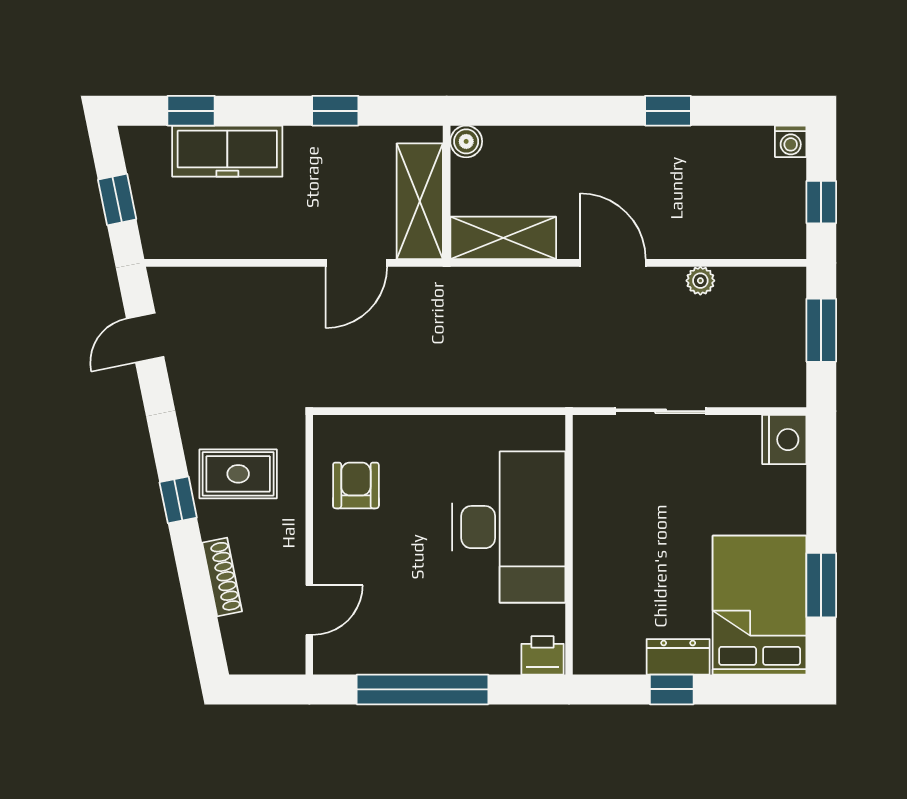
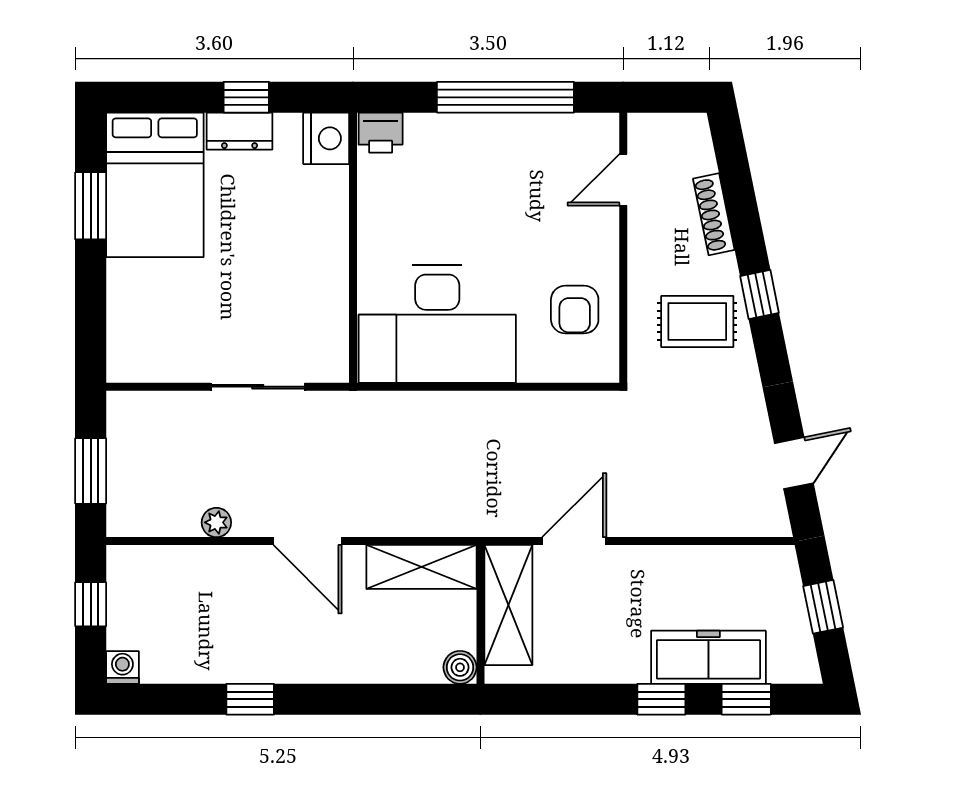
window: (335, 111) -> (661, 699), moved
nightstand: (784, 440) -> (326, 138), moved, turned 180
desk: (509, 527) -> (437, 324), moved, turned -90

